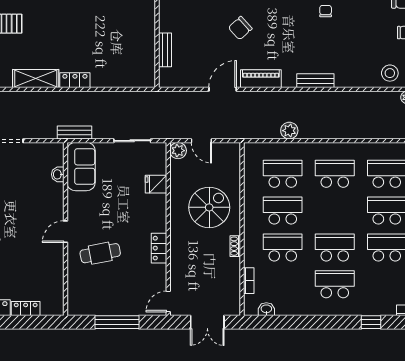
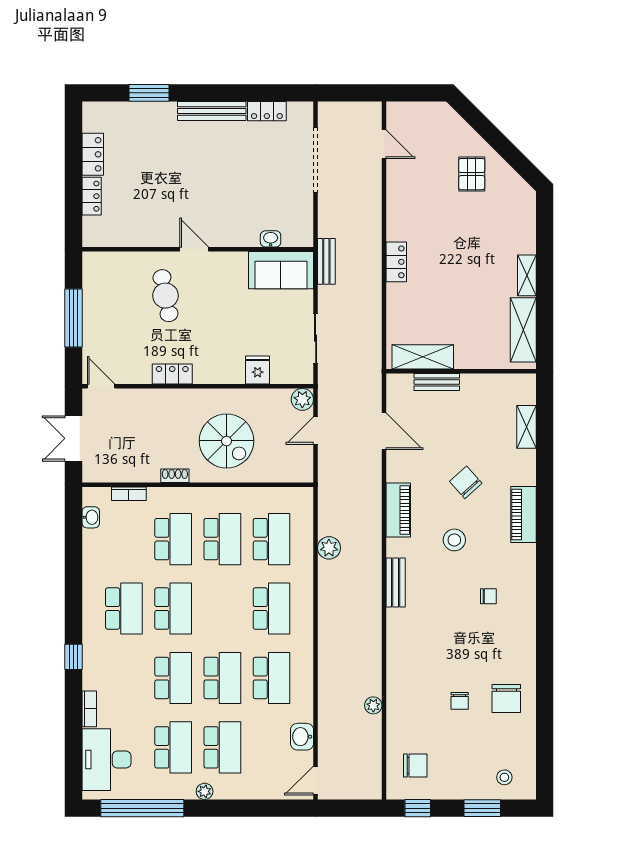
stool: (390, 73) -> (454, 540), moved
shelving: (36, 79) -> (423, 357), moved, turned 90
door: (223, 89) -> (384, 431), moved

